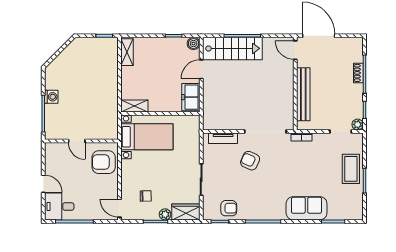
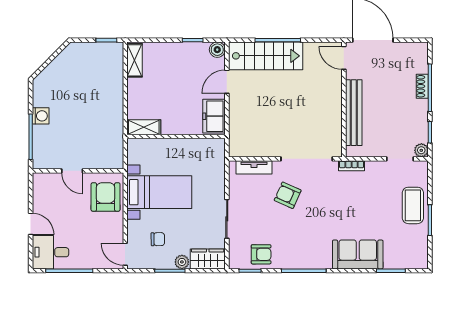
bed with nightstands: (147, 137) -> (159, 192), moved
armchair: (104, 162) -> (106, 197), turned 90

